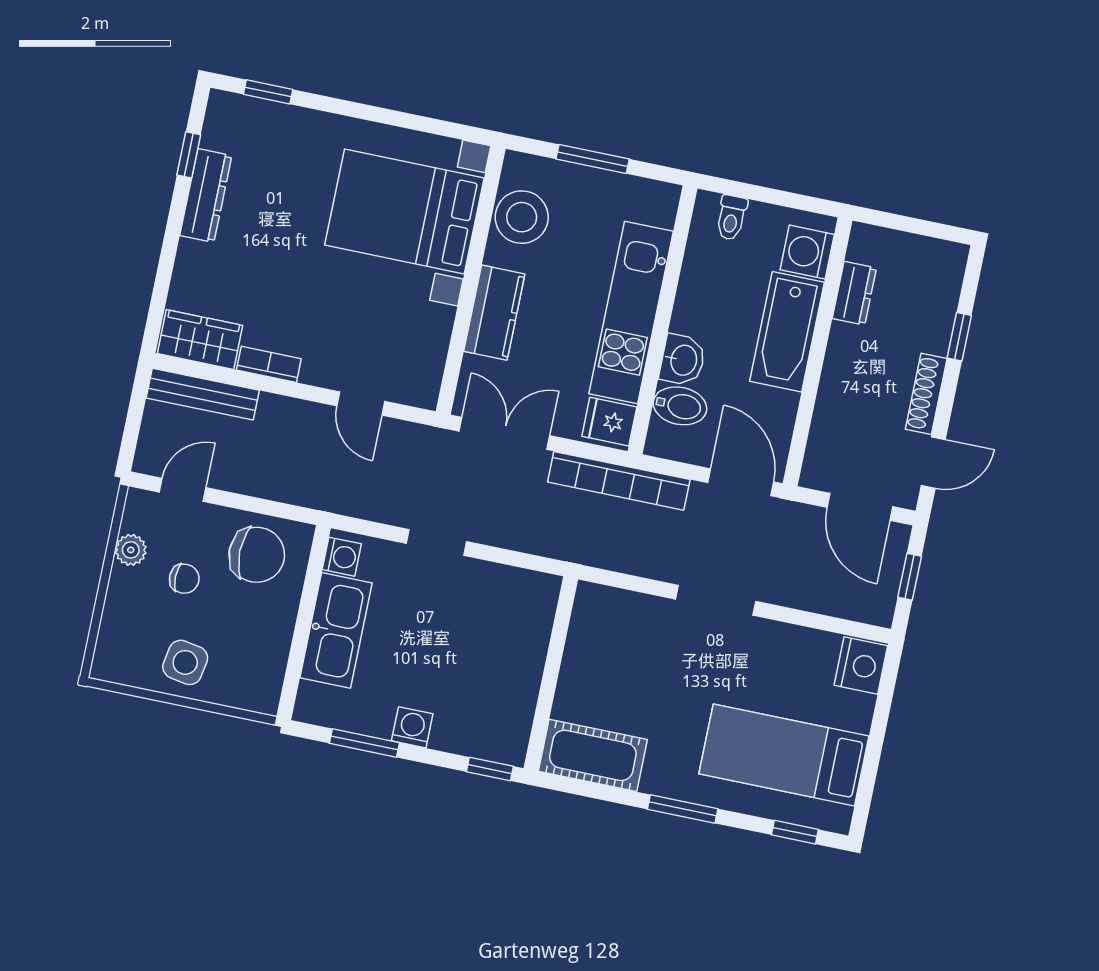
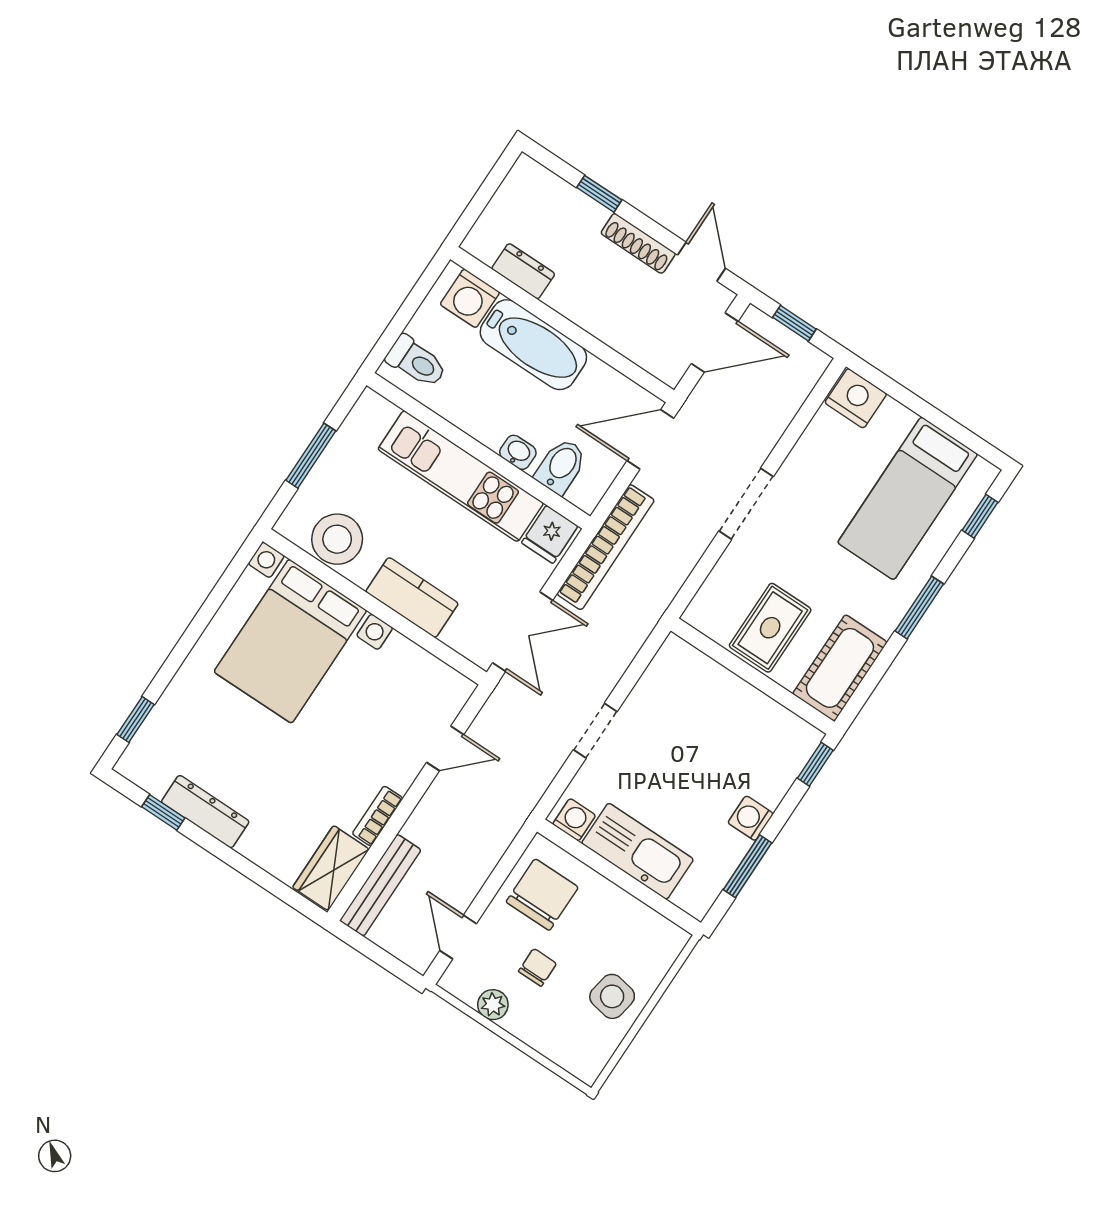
toilet: (731, 218) -> (416, 362), width x1.37, depth x1.39
washbasin: (683, 360) -> (518, 452), width x0.72, depth x0.69
double door: (504, 433) -> (523, 632), swing flipped
rug: (605, 672) -> (770, 628), added

